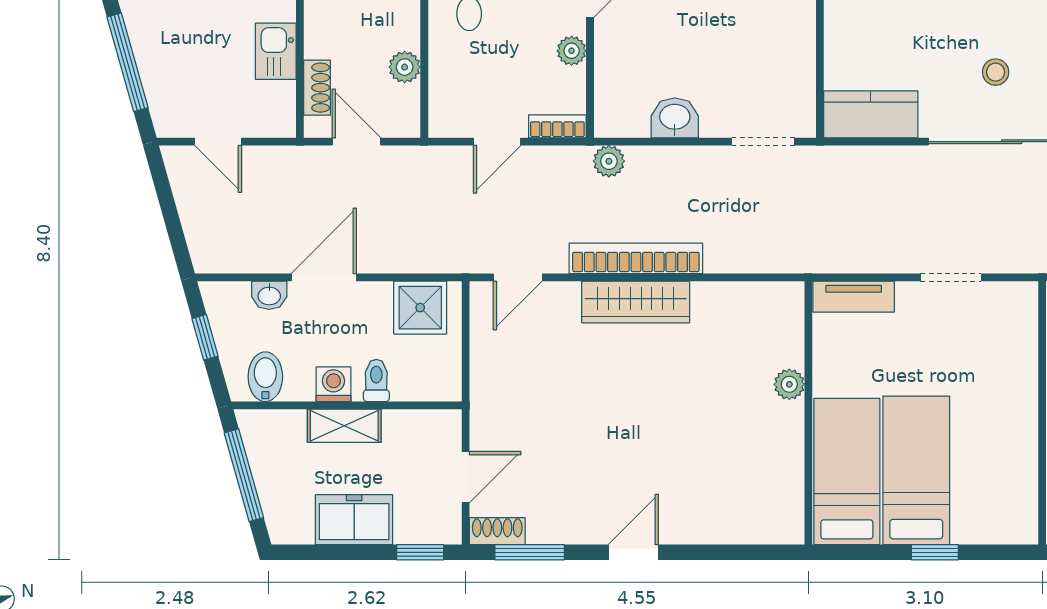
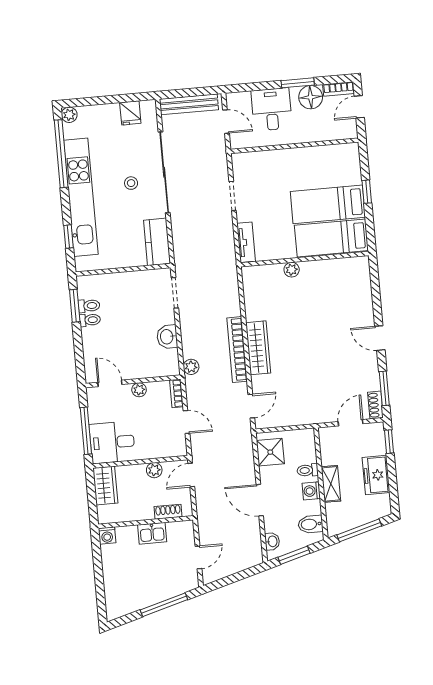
door: (356, 142) -> (191, 475), moved
door: (518, 277) -> (251, 406), hinge flipped
washbasin: (269, 295) -> (272, 541), moved
window: (205, 337) -> (294, 555), width x1.50
door: (466, 477) -> (351, 423), hinge flipped

